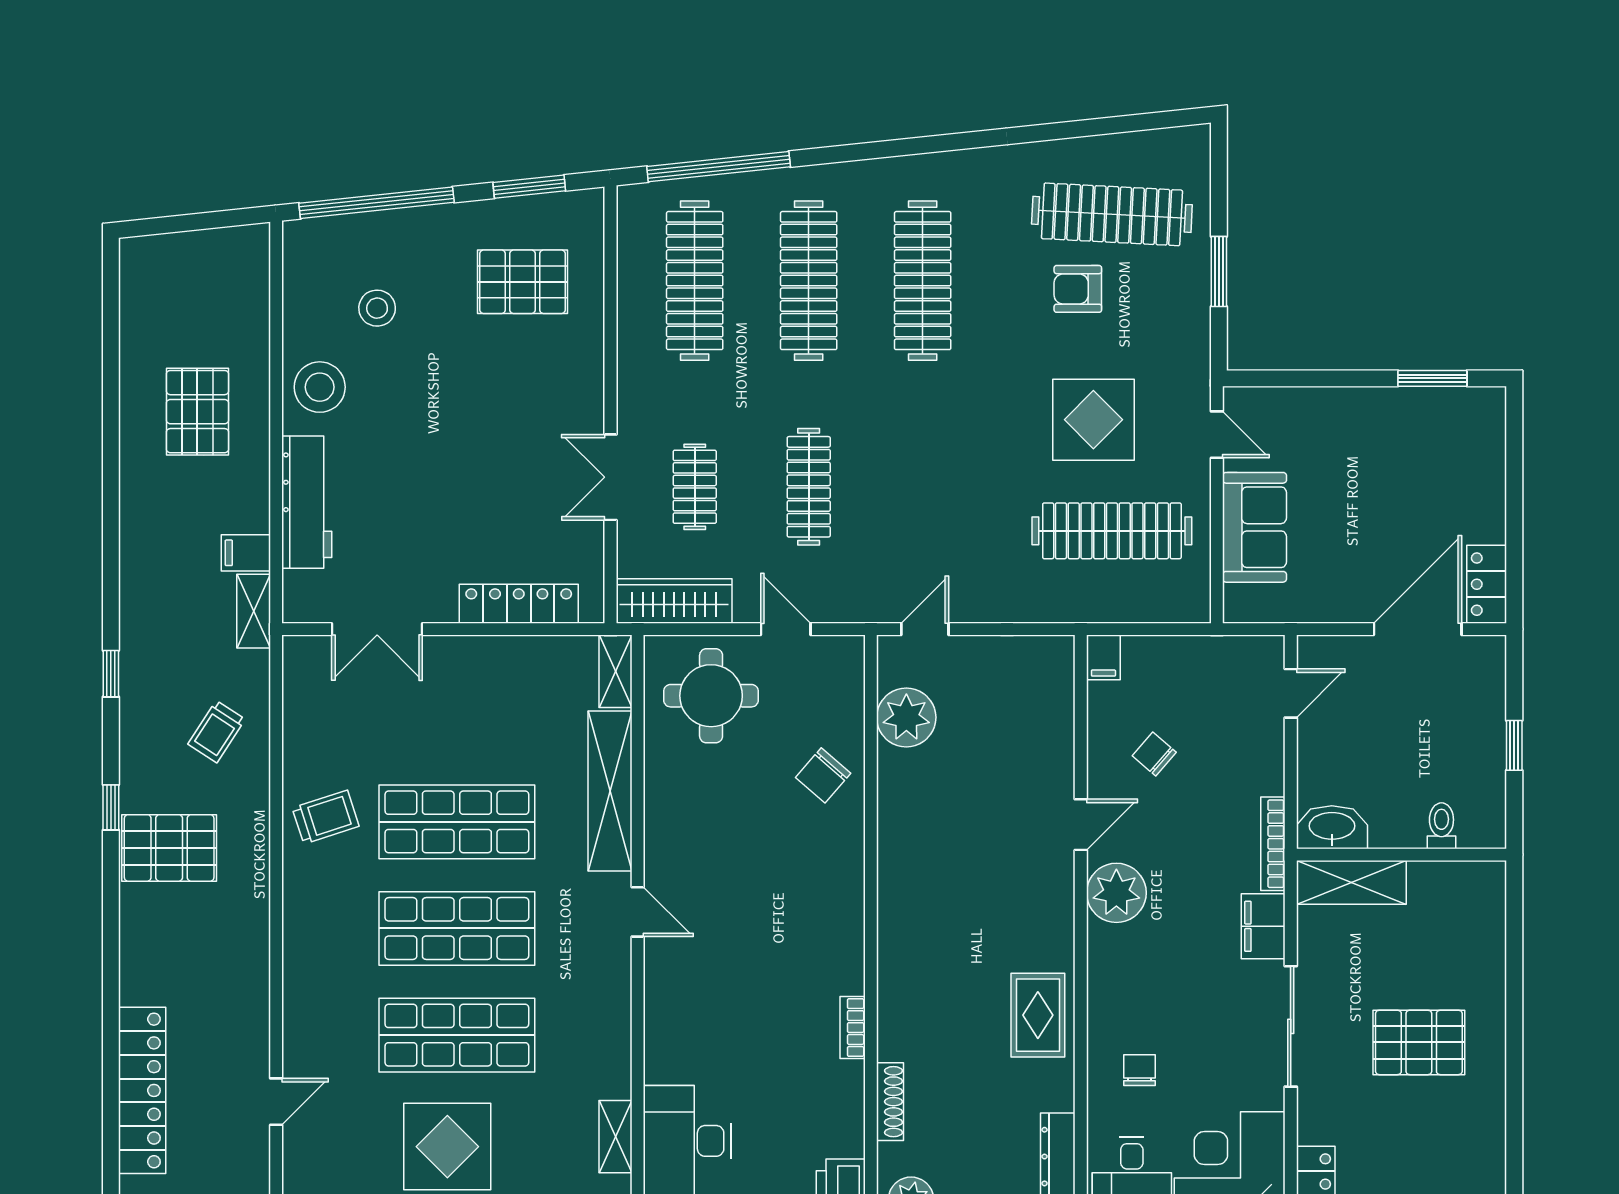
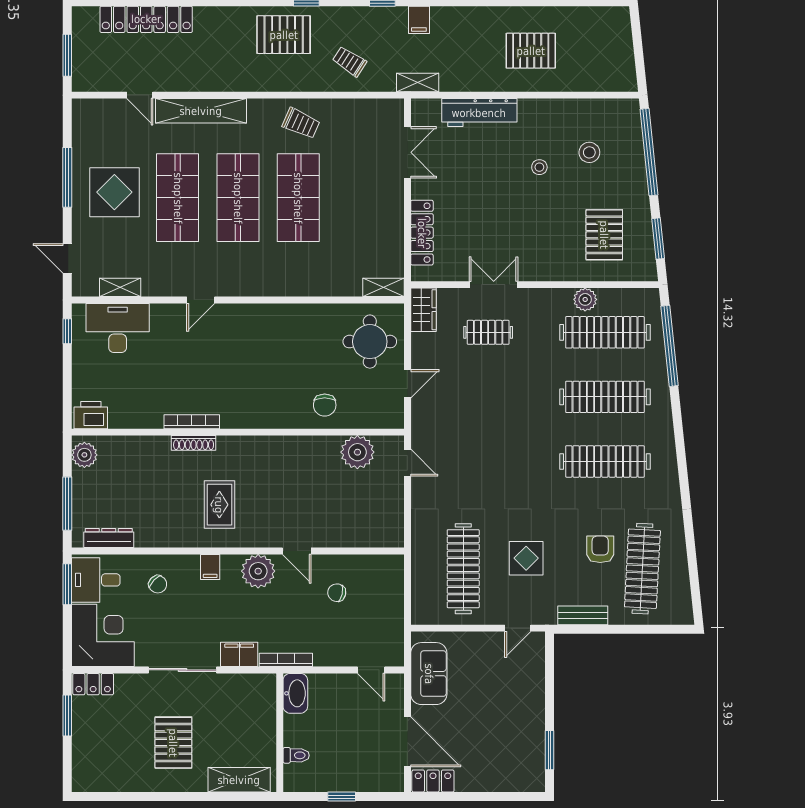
window: (1219, 271) -> (610, 629), removed
plant: (637, 315) -> (585, 299), added
bench: (1194, 320) -> (583, 615), added
stool: (320, 387) -> (539, 167), moved, width x0.53, depth x0.53
display table: (1093, 420) -> (526, 558), width x0.73, depth x0.73
clothes rail: (809, 487) -> (488, 397), removed
sofa: (1255, 527) -> (429, 674), moved, turned -90
filing cabinet: (246, 553) -> (419, 20), moved, turned 180
wardrobe: (674, 601) -> (423, 310), width x0.67
double door: (377, 629) -> (407, 152), swing flipped
filing cabinet: (1103, 657) -> (210, 567), moved, turned -90
chair: (1154, 754) -> (337, 593), turned -118
chair: (823, 775) -> (325, 405), turned -131
shelving: (610, 791) -> (201, 111), moved
trolley: (326, 817) -> (301, 123), turned -48
pallet: (169, 848) -> (284, 35), turned 90
shelving: (1351, 882) -> (239, 780), moved, turned 90
door: (638, 912) -> (201, 300), moved
rug: (1038, 1015) -> (219, 505), moved, turned 90
bookcase: (853, 1028) -> (192, 422), width x1.56
chair: (1139, 1070) -> (158, 584), turned 44
shoe rack: (890, 1102) -> (194, 443), moved

